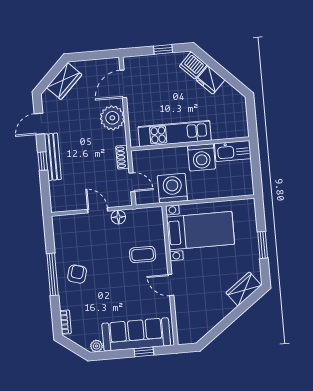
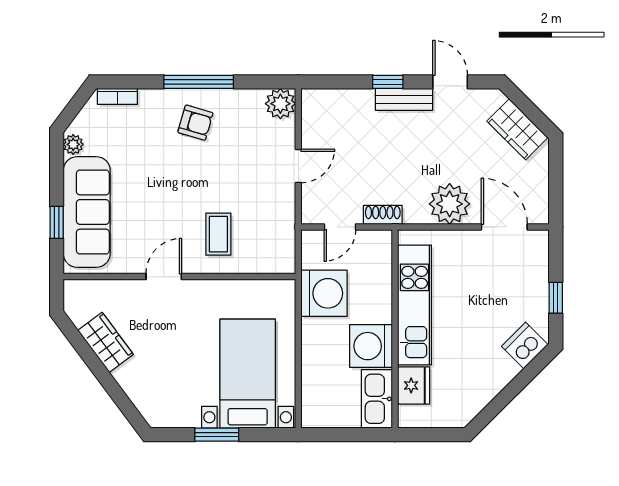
fridge: (210, 80) -> (414, 385), moved, turned 135
bench: (53, 157) -> (404, 99), width x0.73
floor lamp: (118, 217) -> (284, 199), removed
plant: (61, 224) -> (280, 104), added
bed with nightstands: (200, 231) -> (248, 374), moved, turned 180
wardrobe: (244, 289) -> (106, 342), moved

